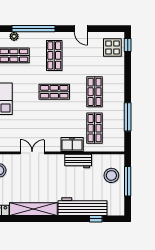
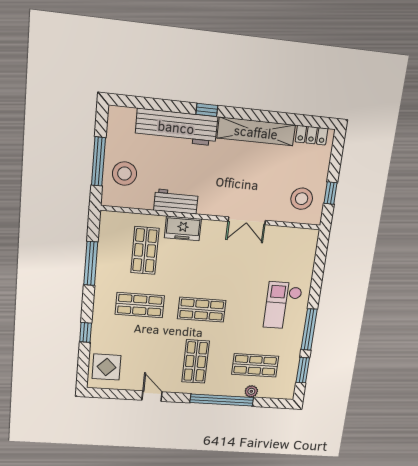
window: (128, 45) -> (86, 332), moved
shop shelf: (95, 92) -> (140, 305), turned 90
window: (96, 219) -> (207, 110), moved

